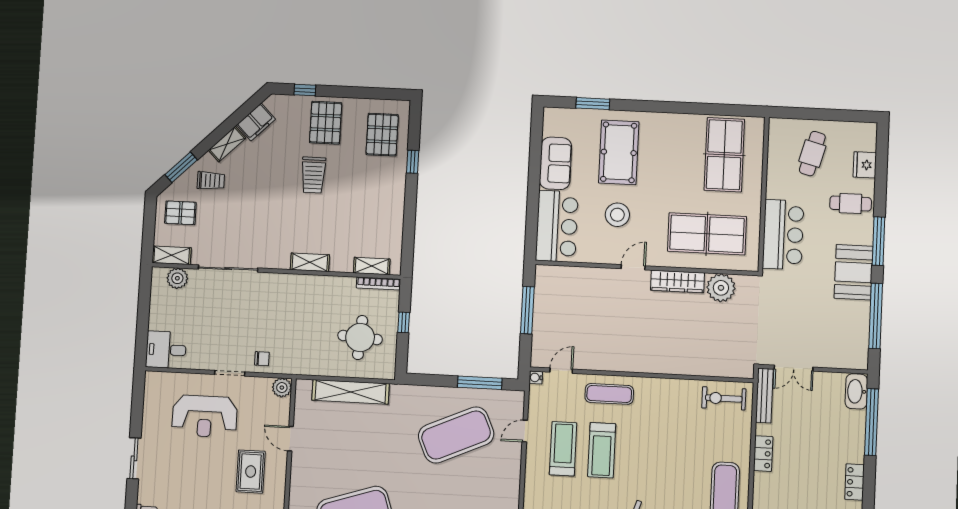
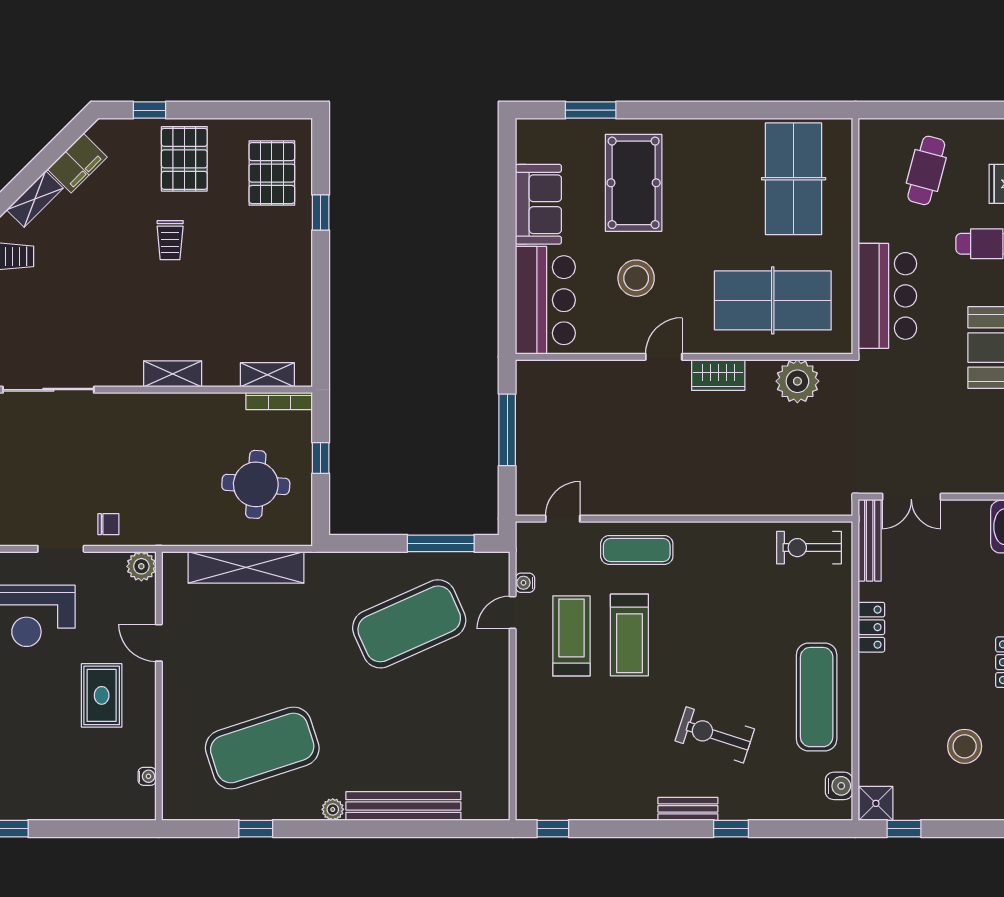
trolley: (313, 175) -> (170, 240), width x0.73, depth x0.72
wardrobe: (677, 282) -> (718, 375), width x0.67
water cooler: (536, 377) -> (525, 583), moved

